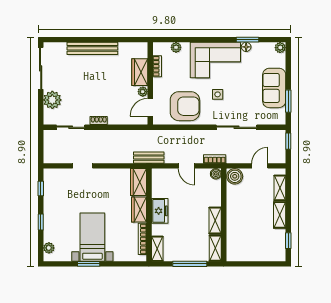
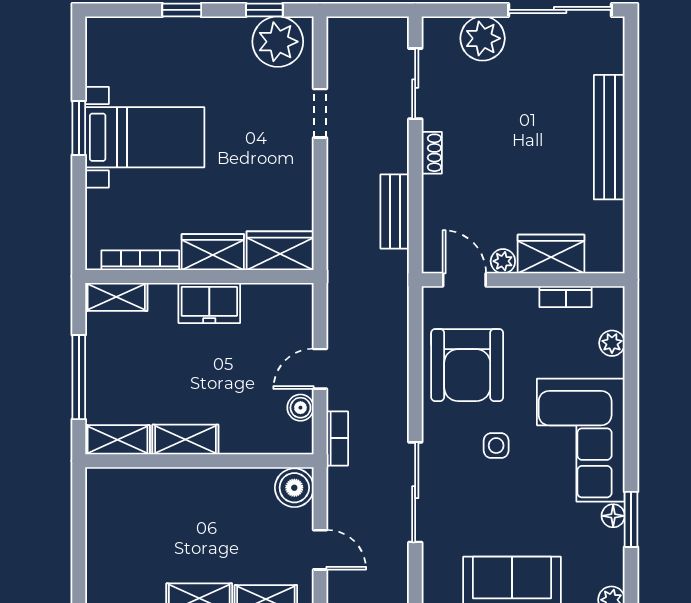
bench: (149, 158) -> (395, 212), moved
boiler: (216, 174) -> (300, 408), moved
plant: (49, 248) -> (278, 42), moved, width x1.88, depth x1.88

